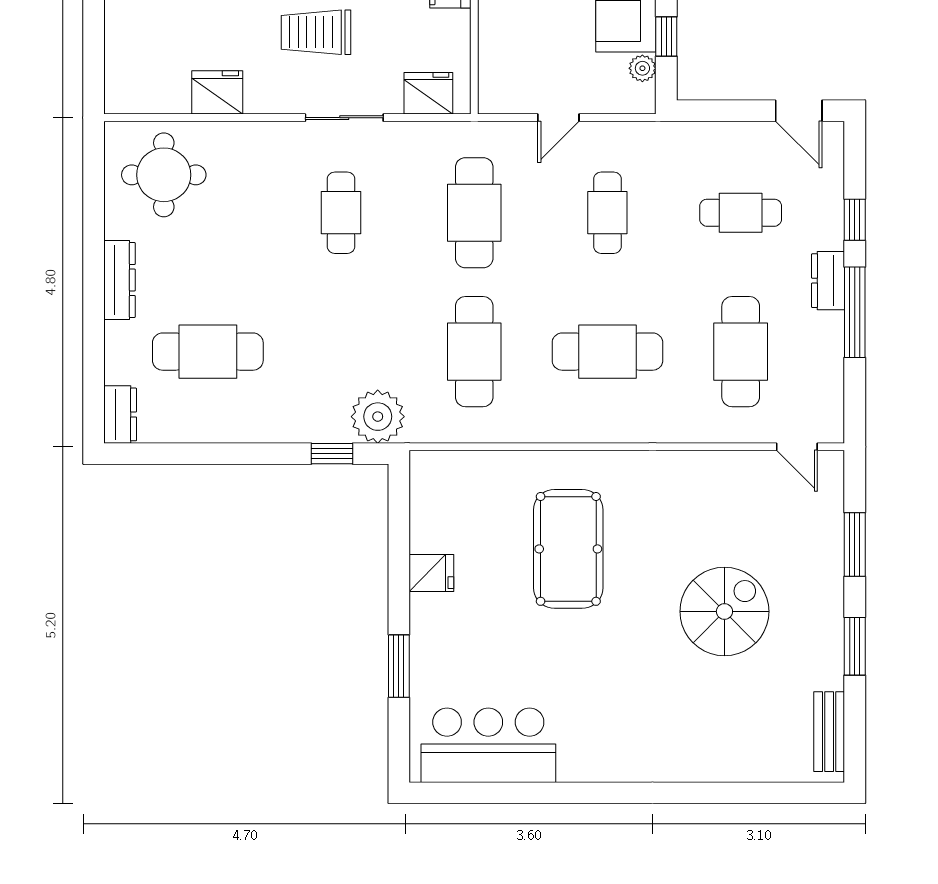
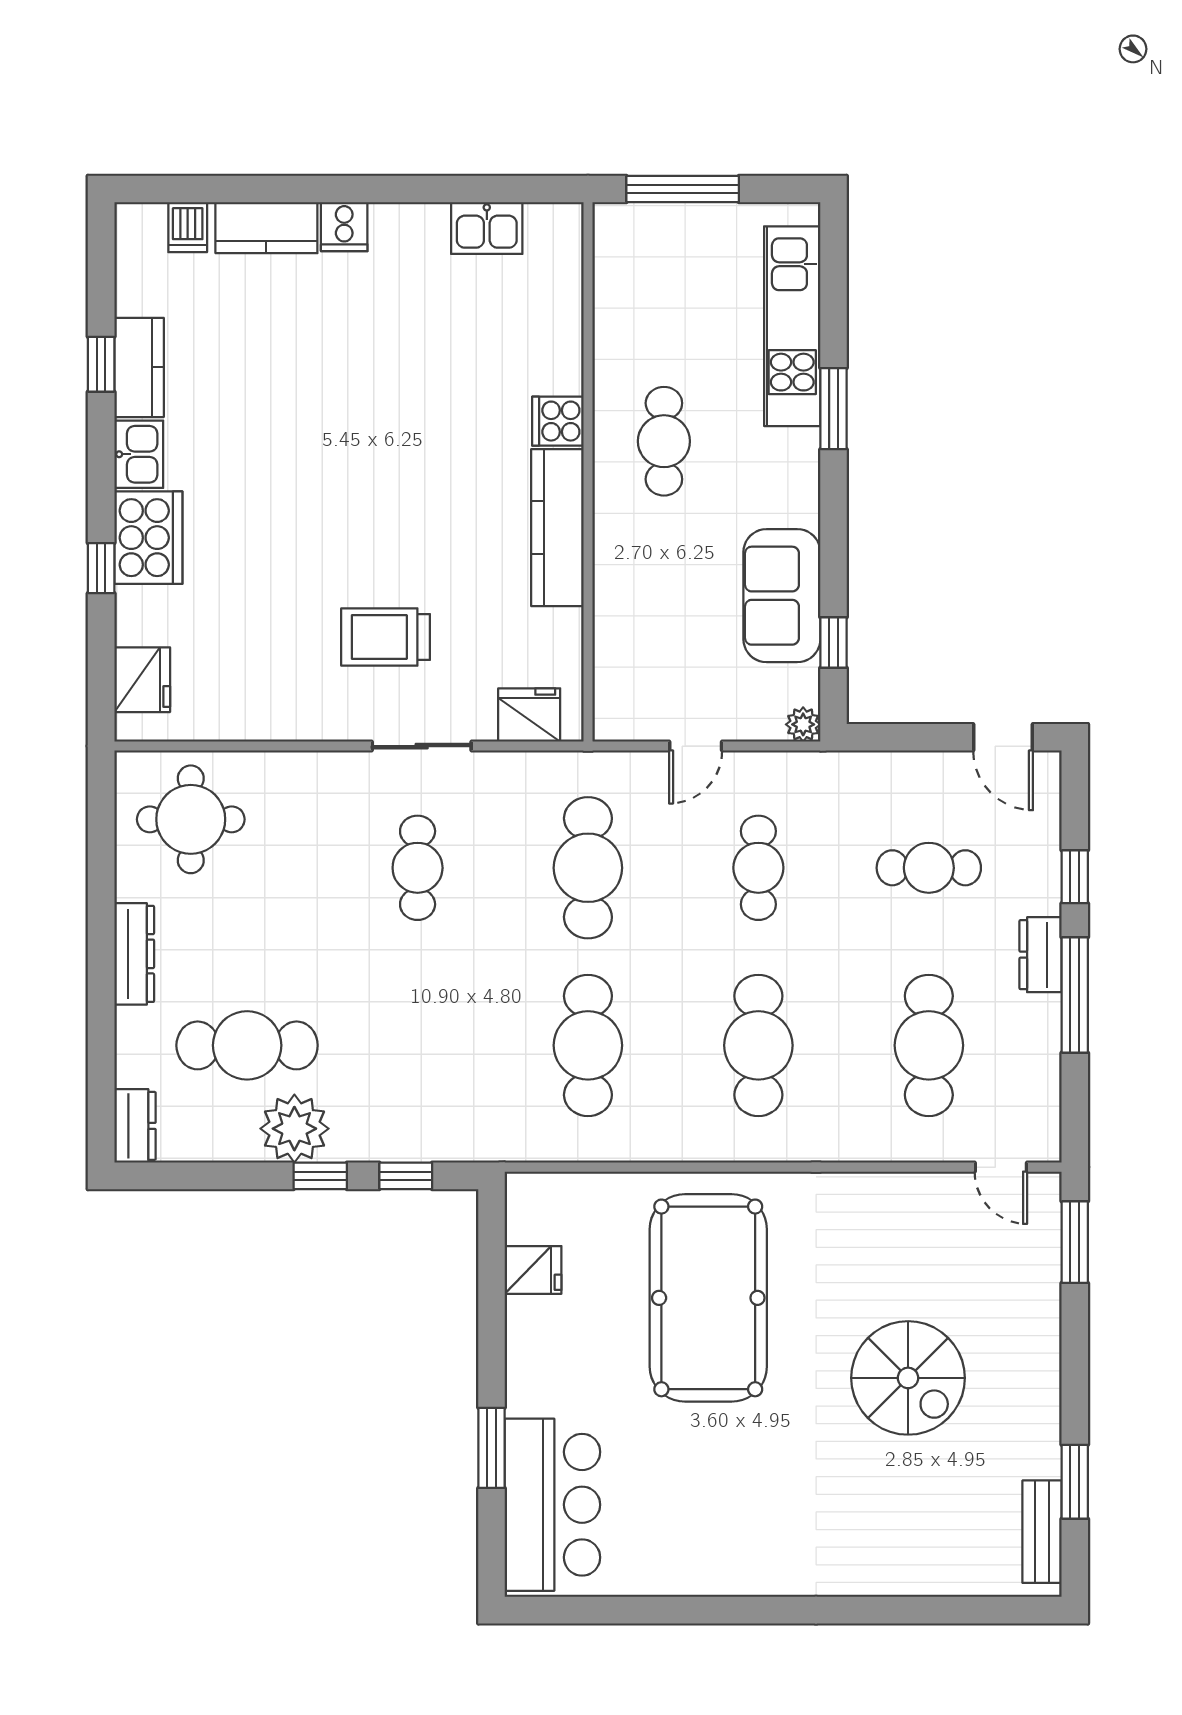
plant: (642, 68) -> (803, 724), moved
fridge: (217, 92) -> (142, 680), moved, turned 90
cafe table: (607, 352) -> (758, 1045), turned 90
plant: (378, 417) -> (294, 1129), moved
window: (265, 454) -> (320, 1176), added
window: (855, 545) -> (1075, 1242), moved
pool table: (568, 549) -> (708, 1298), width x1.36, depth x1.32
fridge: (431, 573) -> (533, 1270), moved
spiral stairs: (724, 611) -> (908, 1378), turned 90
window: (855, 646) -> (1075, 1482), moved
bar counter: (488, 745) -> (552, 1505), moved, turned 90

